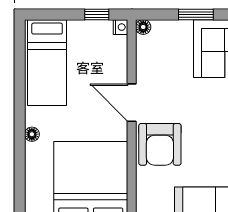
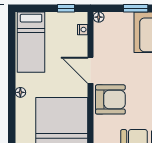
nightstand: (121, 27) -> (83, 30), moved
armchair: (160, 144) -> (110, 99), turned -90

